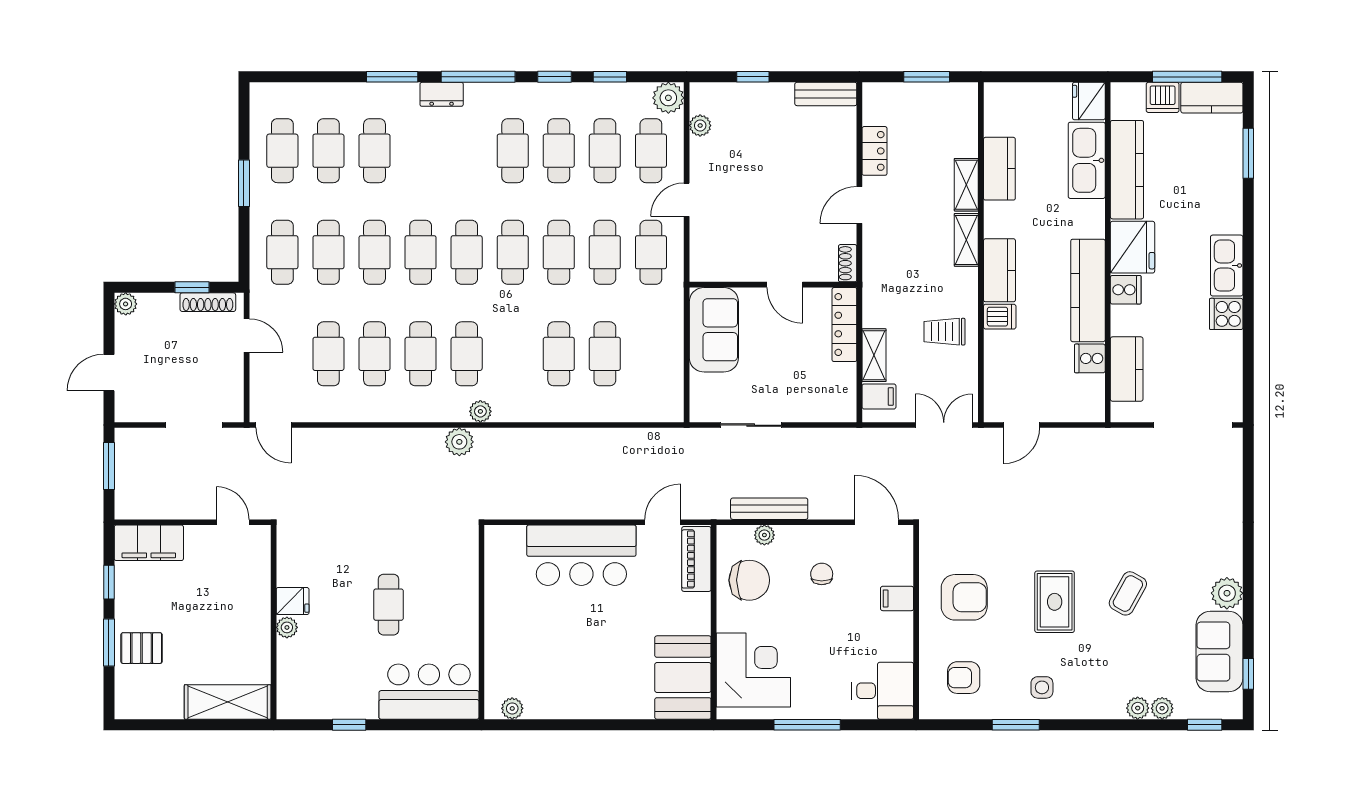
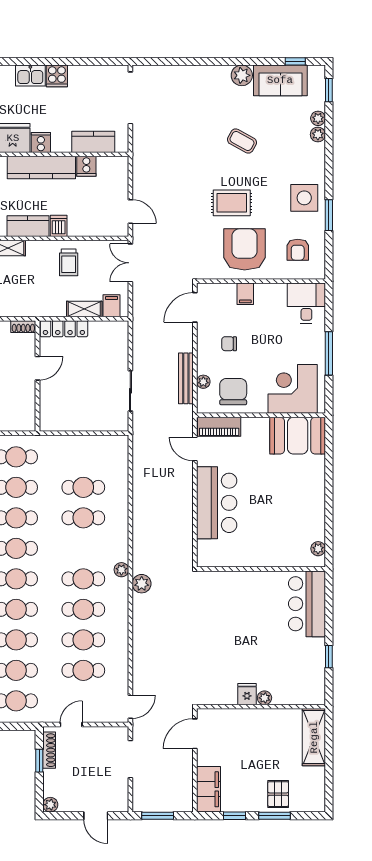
kitchen sink: (1227, 266) -> (30, 76), width x0.73
sofa: (714, 330) -> (67, 415), removed
door: (233, 522) -> (195, 734), width x1.38
armchair: (964, 597) -> (245, 249), width x1.36, depth x1.36
rug: (1055, 602) -> (232, 203), moved
cafe table: (389, 605) -> (249, 631), removed
side table: (1042, 687) -> (304, 198), width x1.87, depth x1.87

